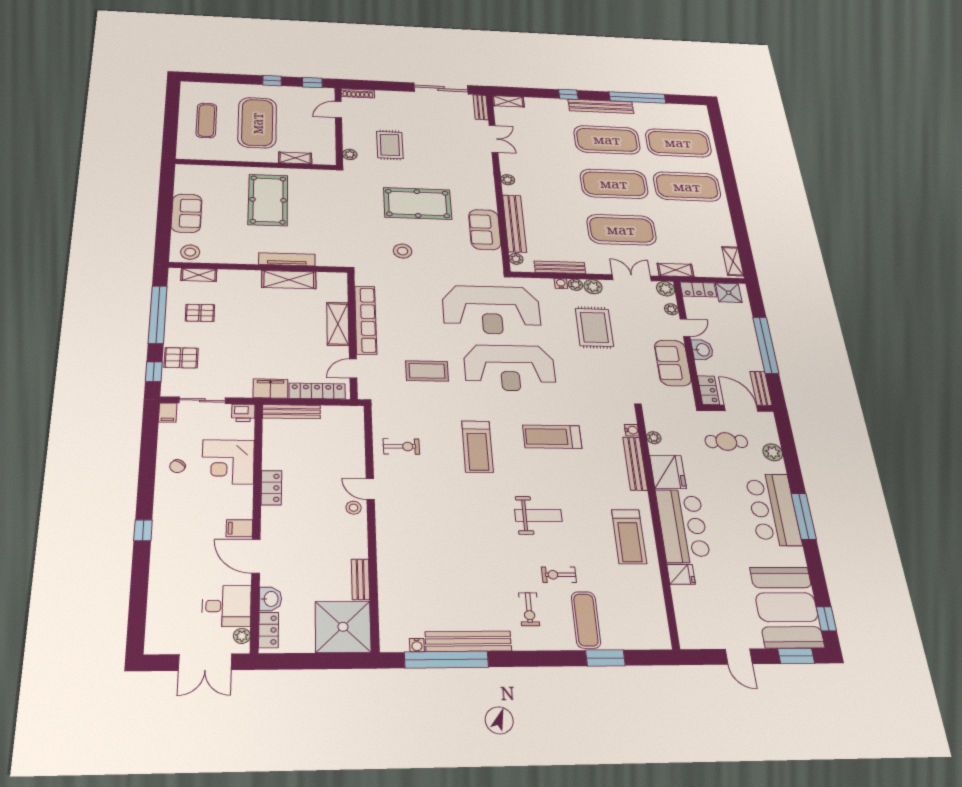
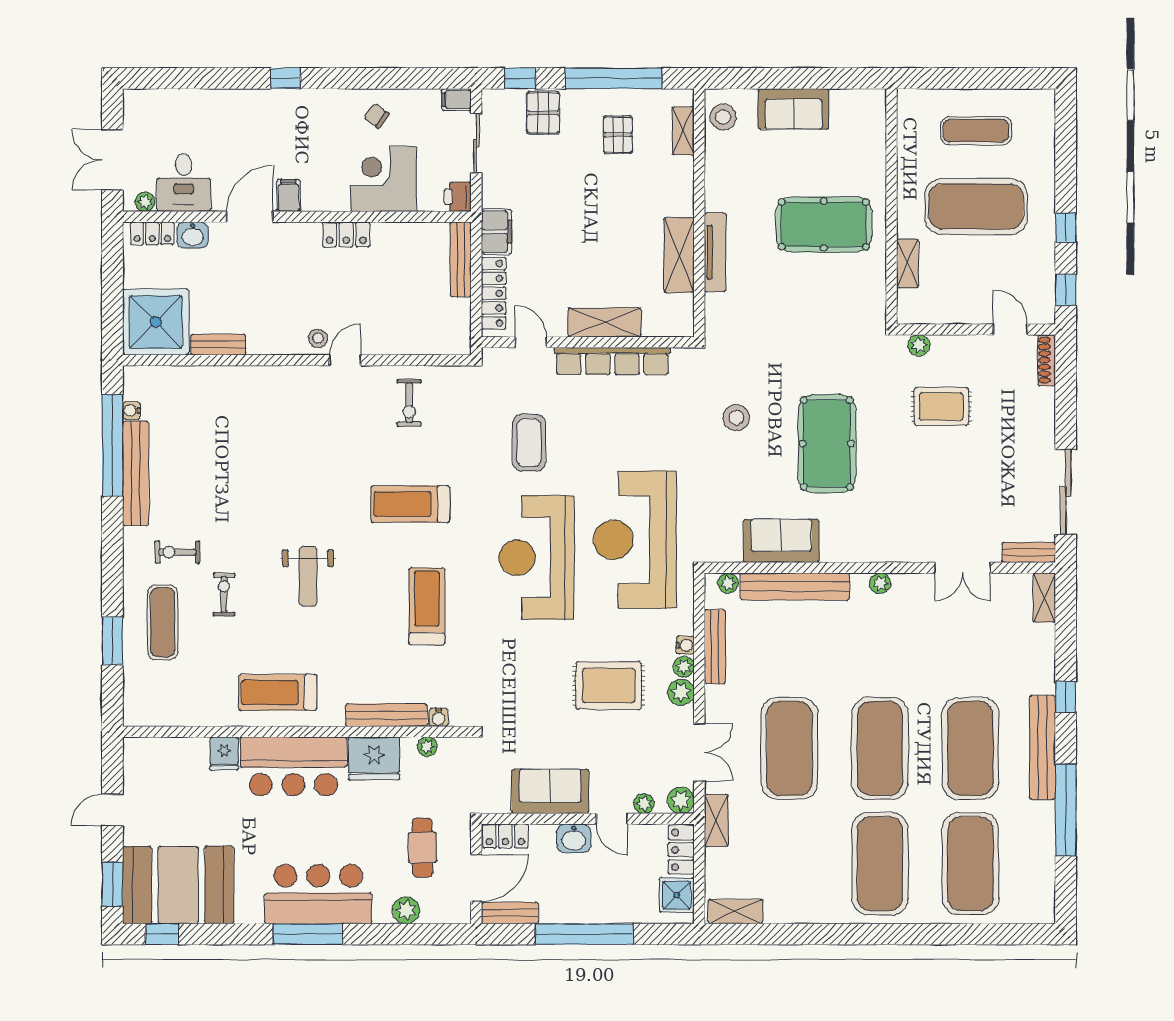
exercise mat: (586, 620) -> (163, 622), turned 90

